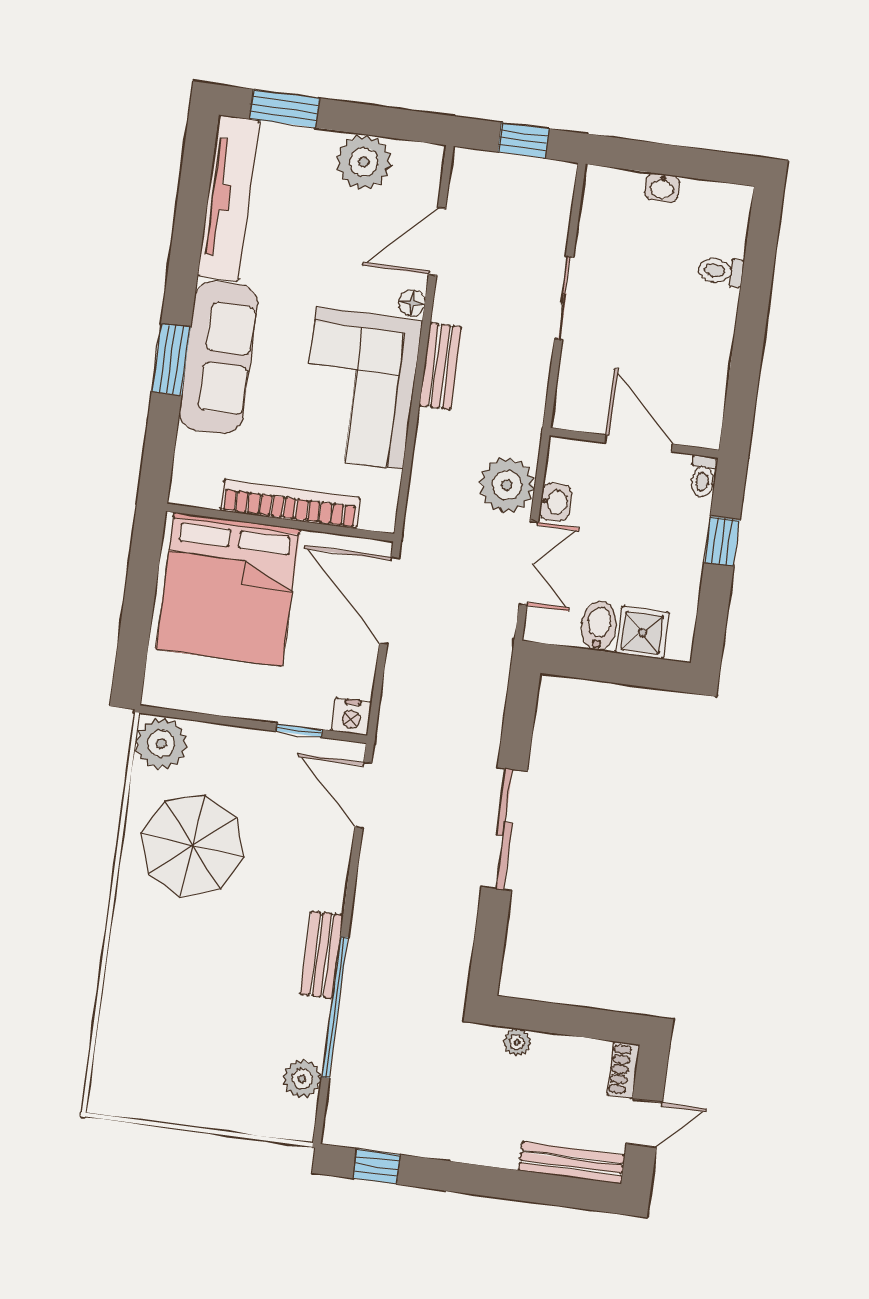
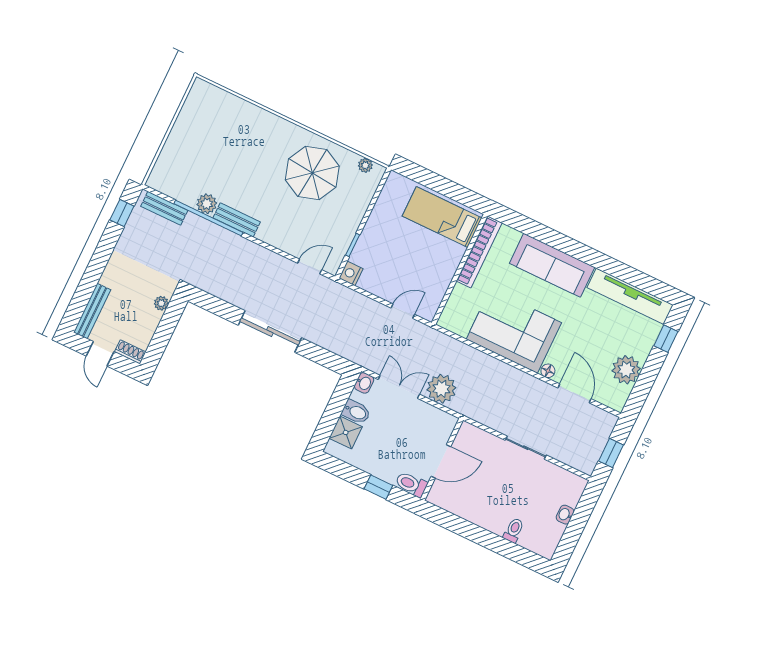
window: (284, 109) -> (666, 339), width x0.67
window: (171, 359) -> (559, 241), removed
bench: (440, 366) -> (164, 208), moved
toilet: (703, 476) -> (411, 484), width x1.37, depth x1.39
washbasin: (555, 502) -> (364, 383), moved, turned -90
bookcase: (290, 504) -> (479, 252), moved
double door: (529, 563) -> (399, 387), swing flipped
bed: (228, 589) -> (442, 217), width x0.49
door: (389, 601) -> (403, 311), width x0.53
plant: (161, 744) -> (365, 165), width x0.53, depth x0.53
door: (363, 795) -> (310, 266), width x0.73
plant: (302, 1079) -> (207, 204), moved

